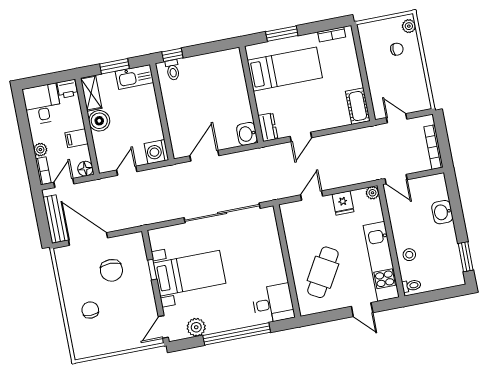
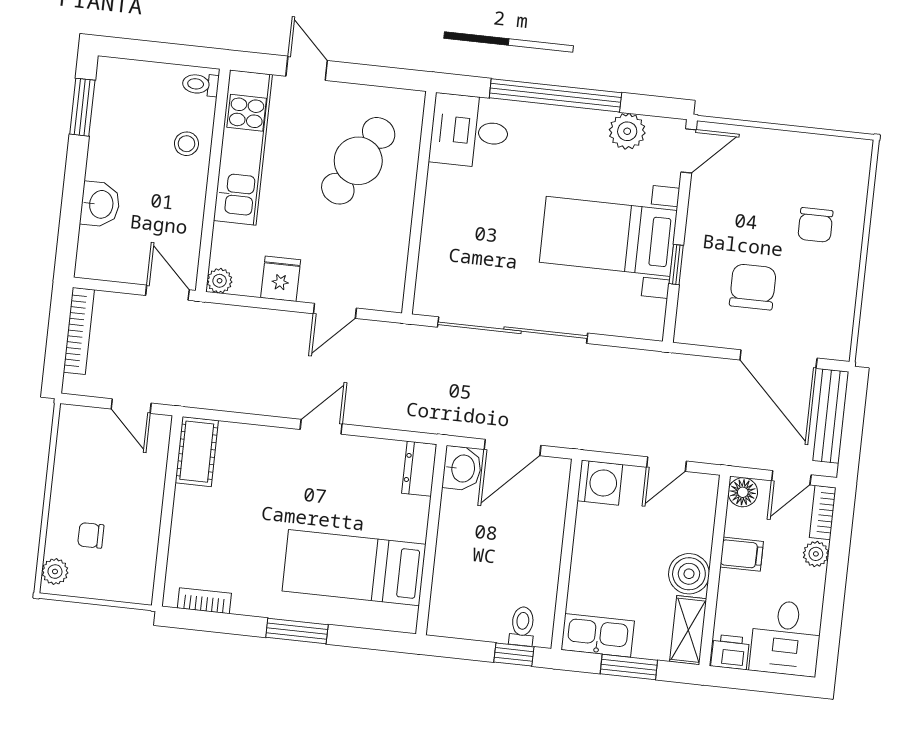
bed: (285, 69) -> (354, 568), moved
wall: (251, 94) -> (431, 540), moved
dresser: (268, 127) -> (419, 469), moved
washbasin: (247, 134) -> (462, 468), moved

